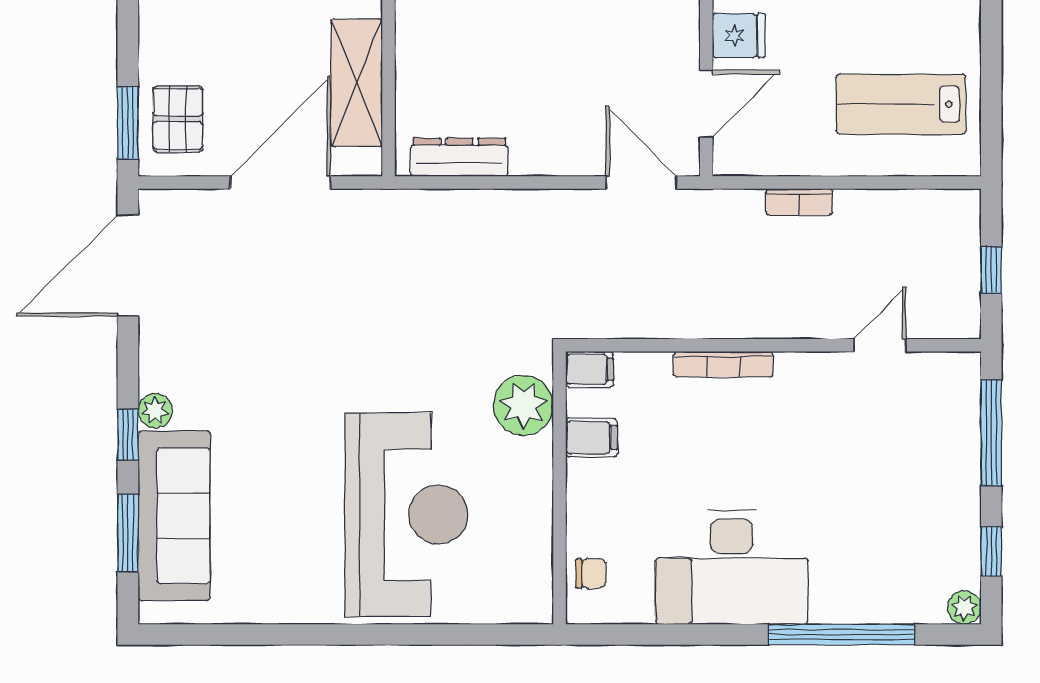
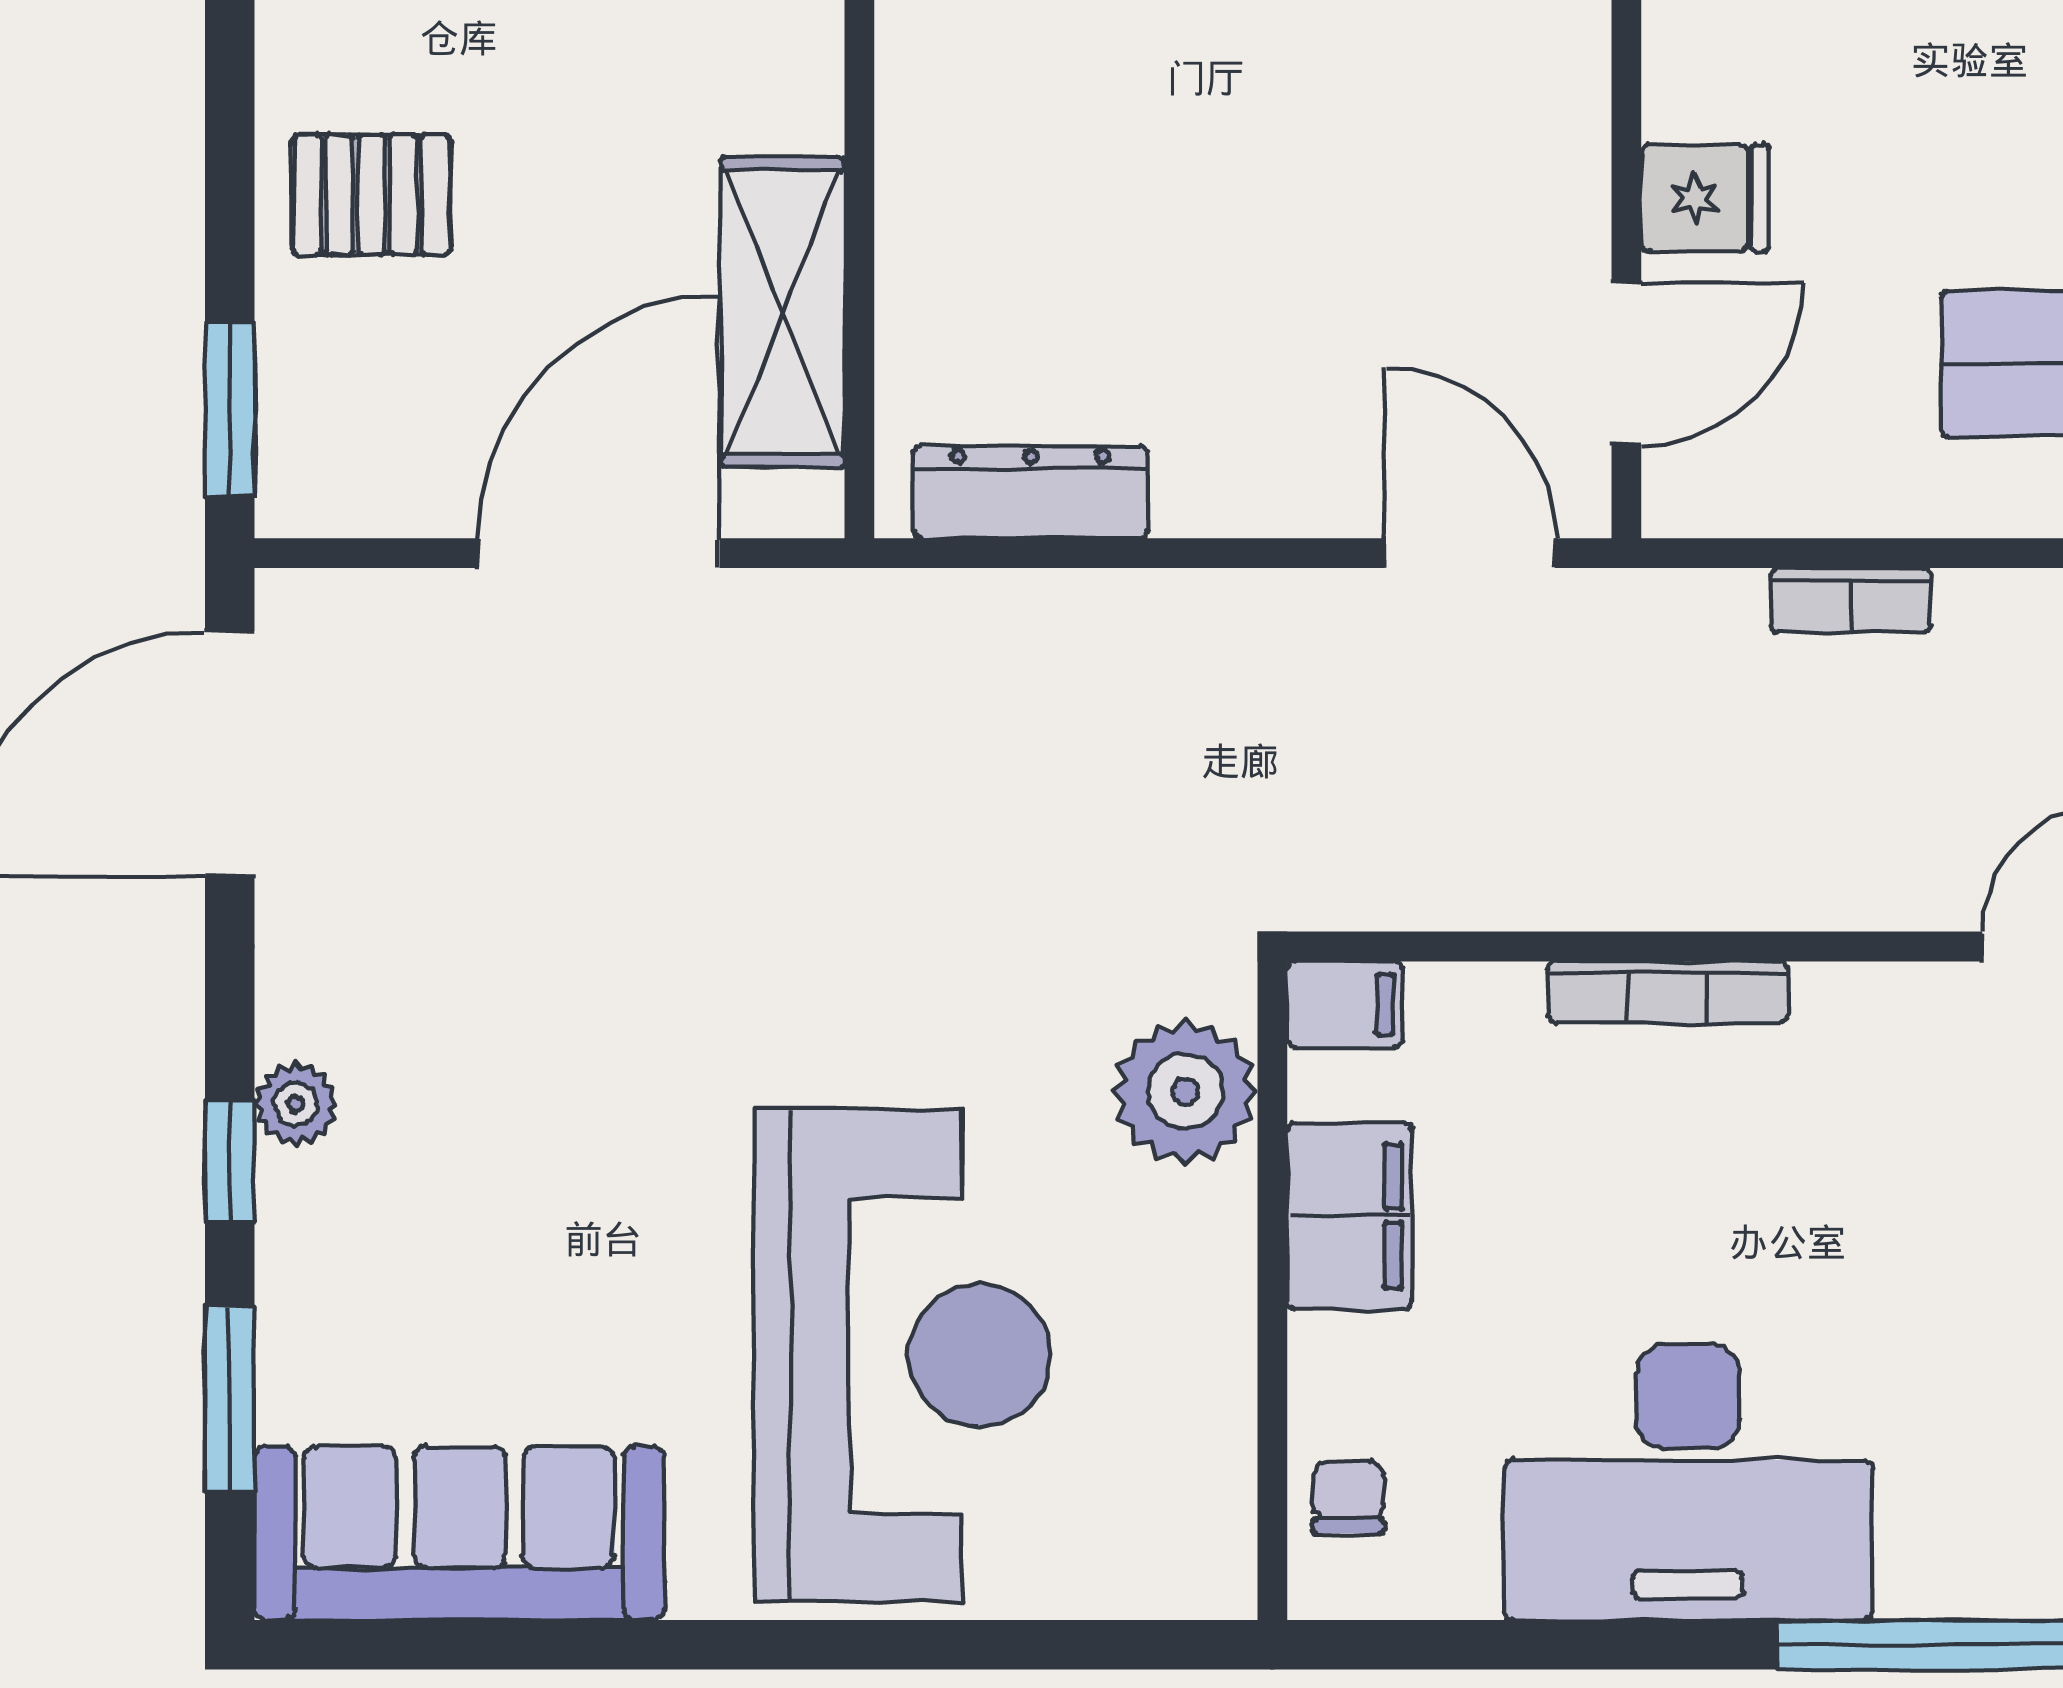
pallet: (178, 119) -> (371, 195), moved, turned 90
filing cabinet: (591, 438) -> (1349, 1216), width x2.00
sofa: (174, 516) -> (459, 1533), moved, turned -90
chair: (591, 573) -> (1348, 1497), turned -90

